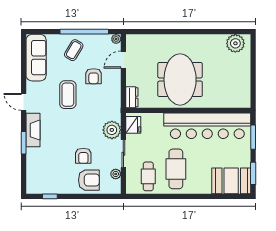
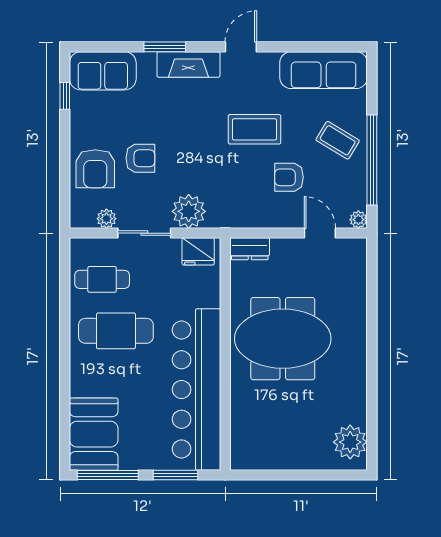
armchair: (83, 156) -> (140, 158), turned 180
window: (253, 173) -> (108, 475), width x1.44
sofa: (36, 176) -> (103, 71), added

